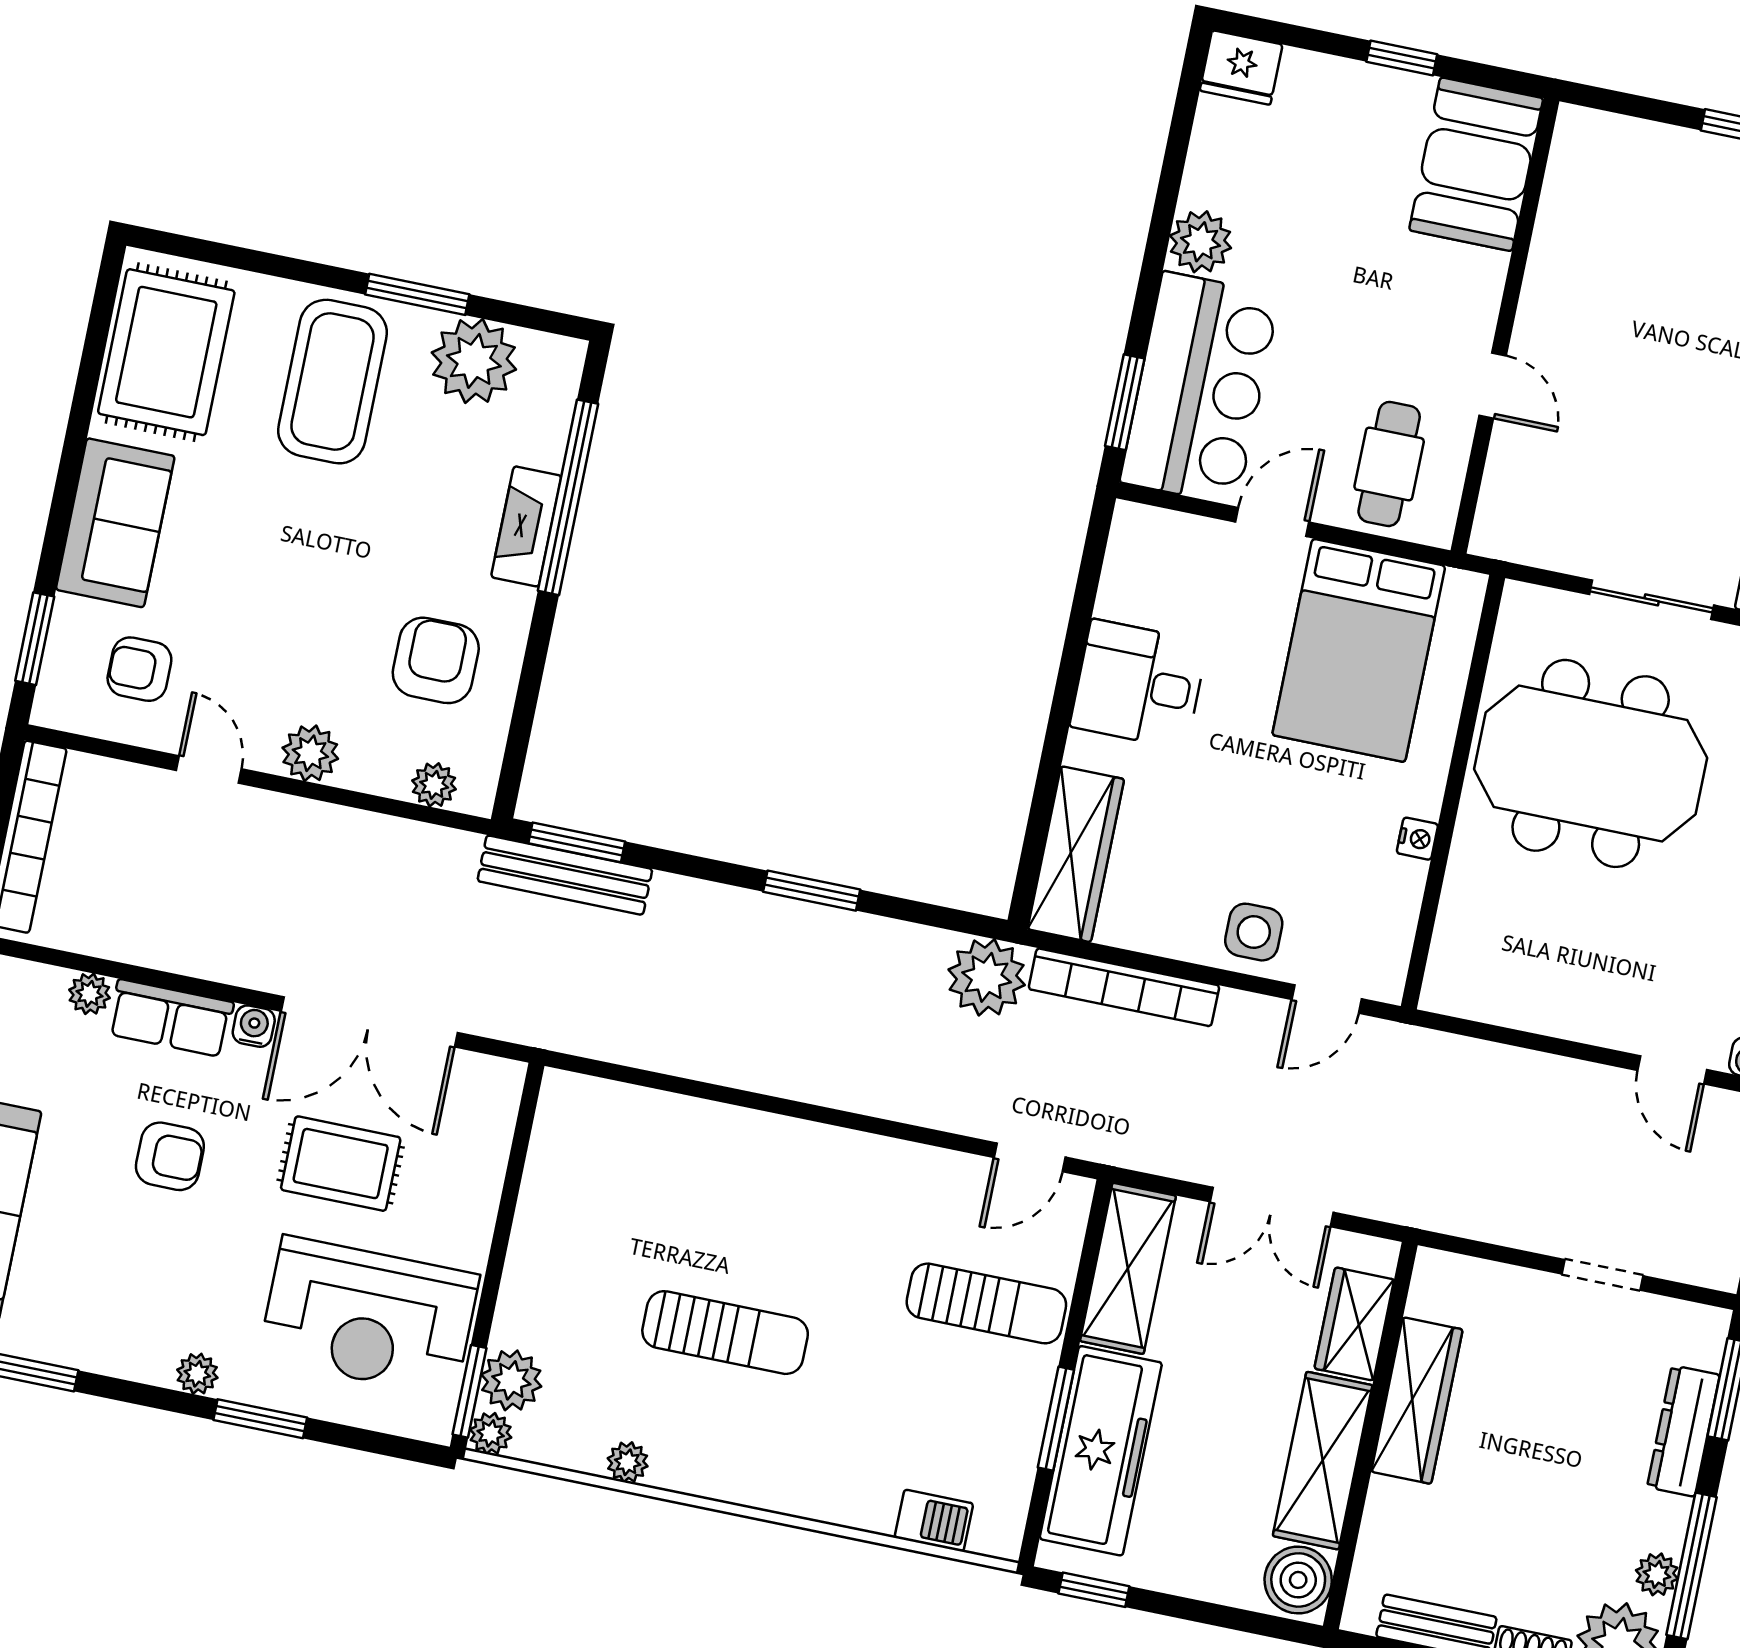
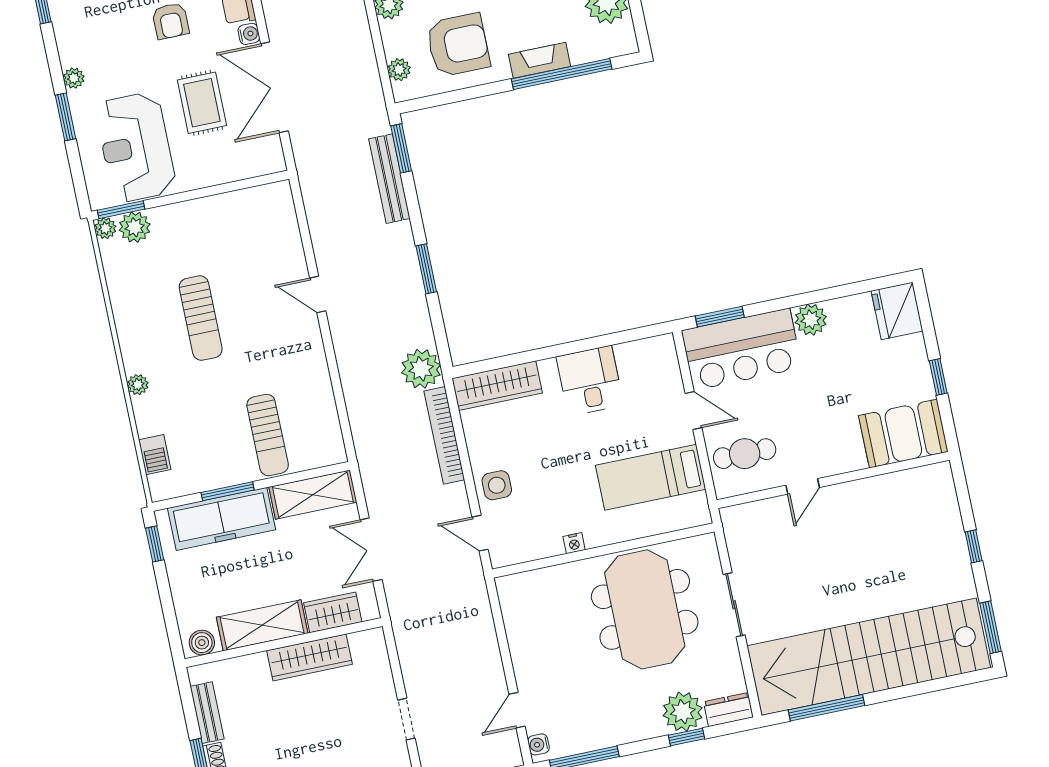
fridge: (1241, 68) -> (897, 311), width x1.36, depth x1.34
bed: (1359, 650) -> (651, 477), width x0.67
armchair: (436, 660) -> (458, 45), width x1.36, depth x1.36
bench: (565, 875) -> (389, 179), moved
door: (1030, 1157) -> (318, 295), moved
plant: (628, 1462) -> (138, 385), moved
boiler: (1298, 1580) -> (202, 643), width x0.73, depth x0.73

